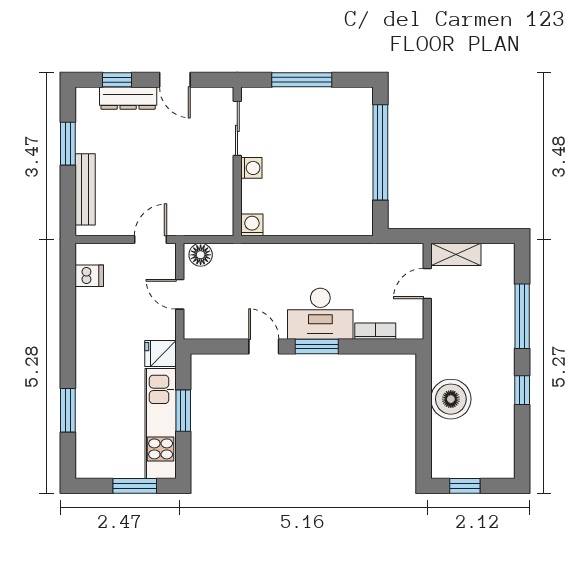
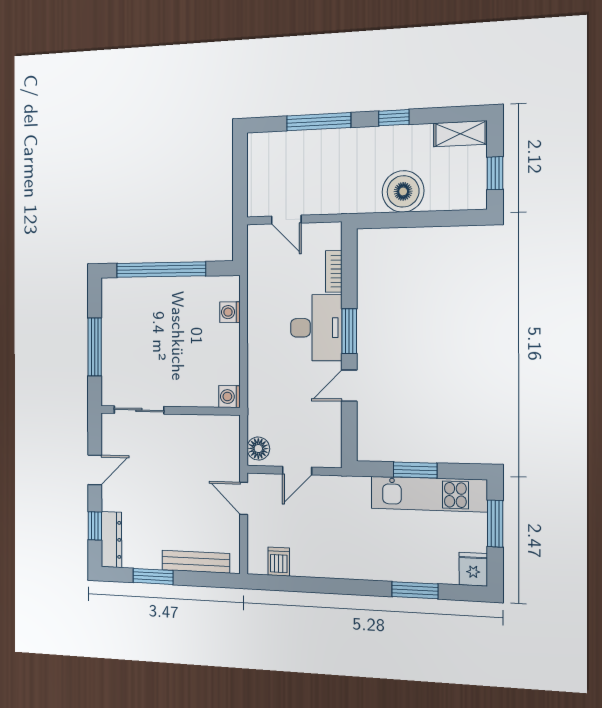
dresser: (128, 98) -> (111, 540), moved
washing machine: (251, 168) -> (230, 312), moved, turned -90
shelving: (456, 254) -> (460, 134), moved, turned 90
fridge: (160, 353) -> (473, 569), moved, turned 180

